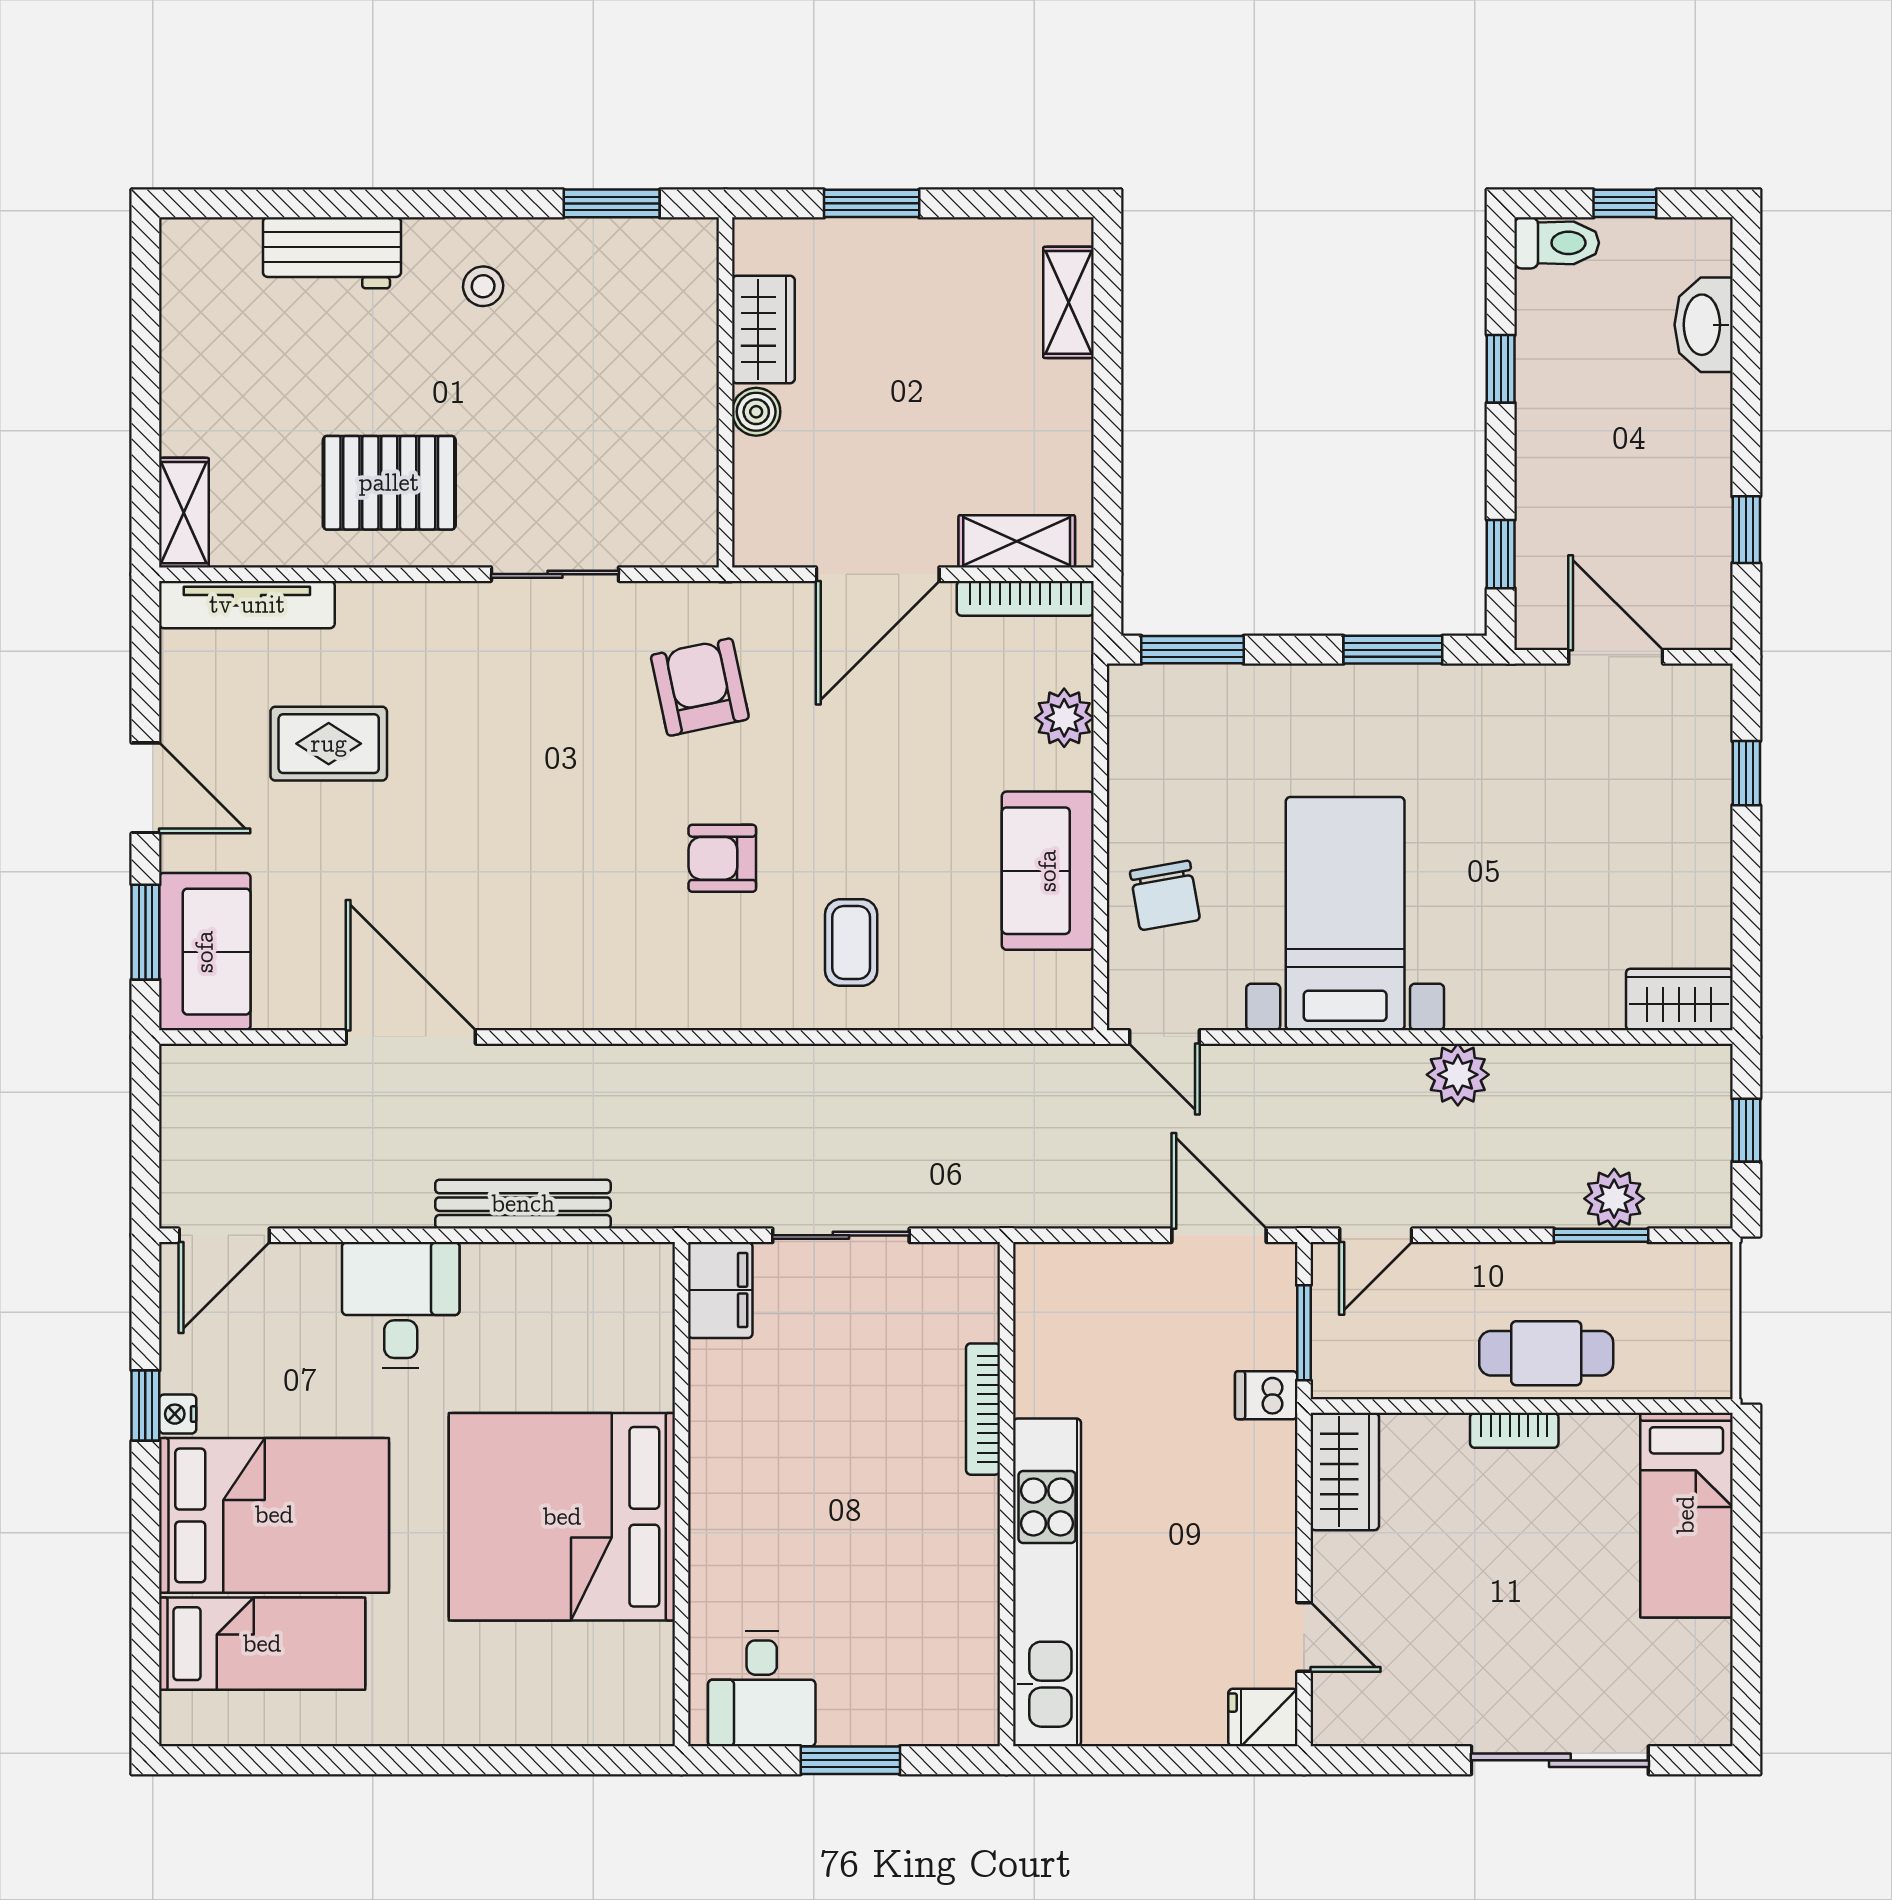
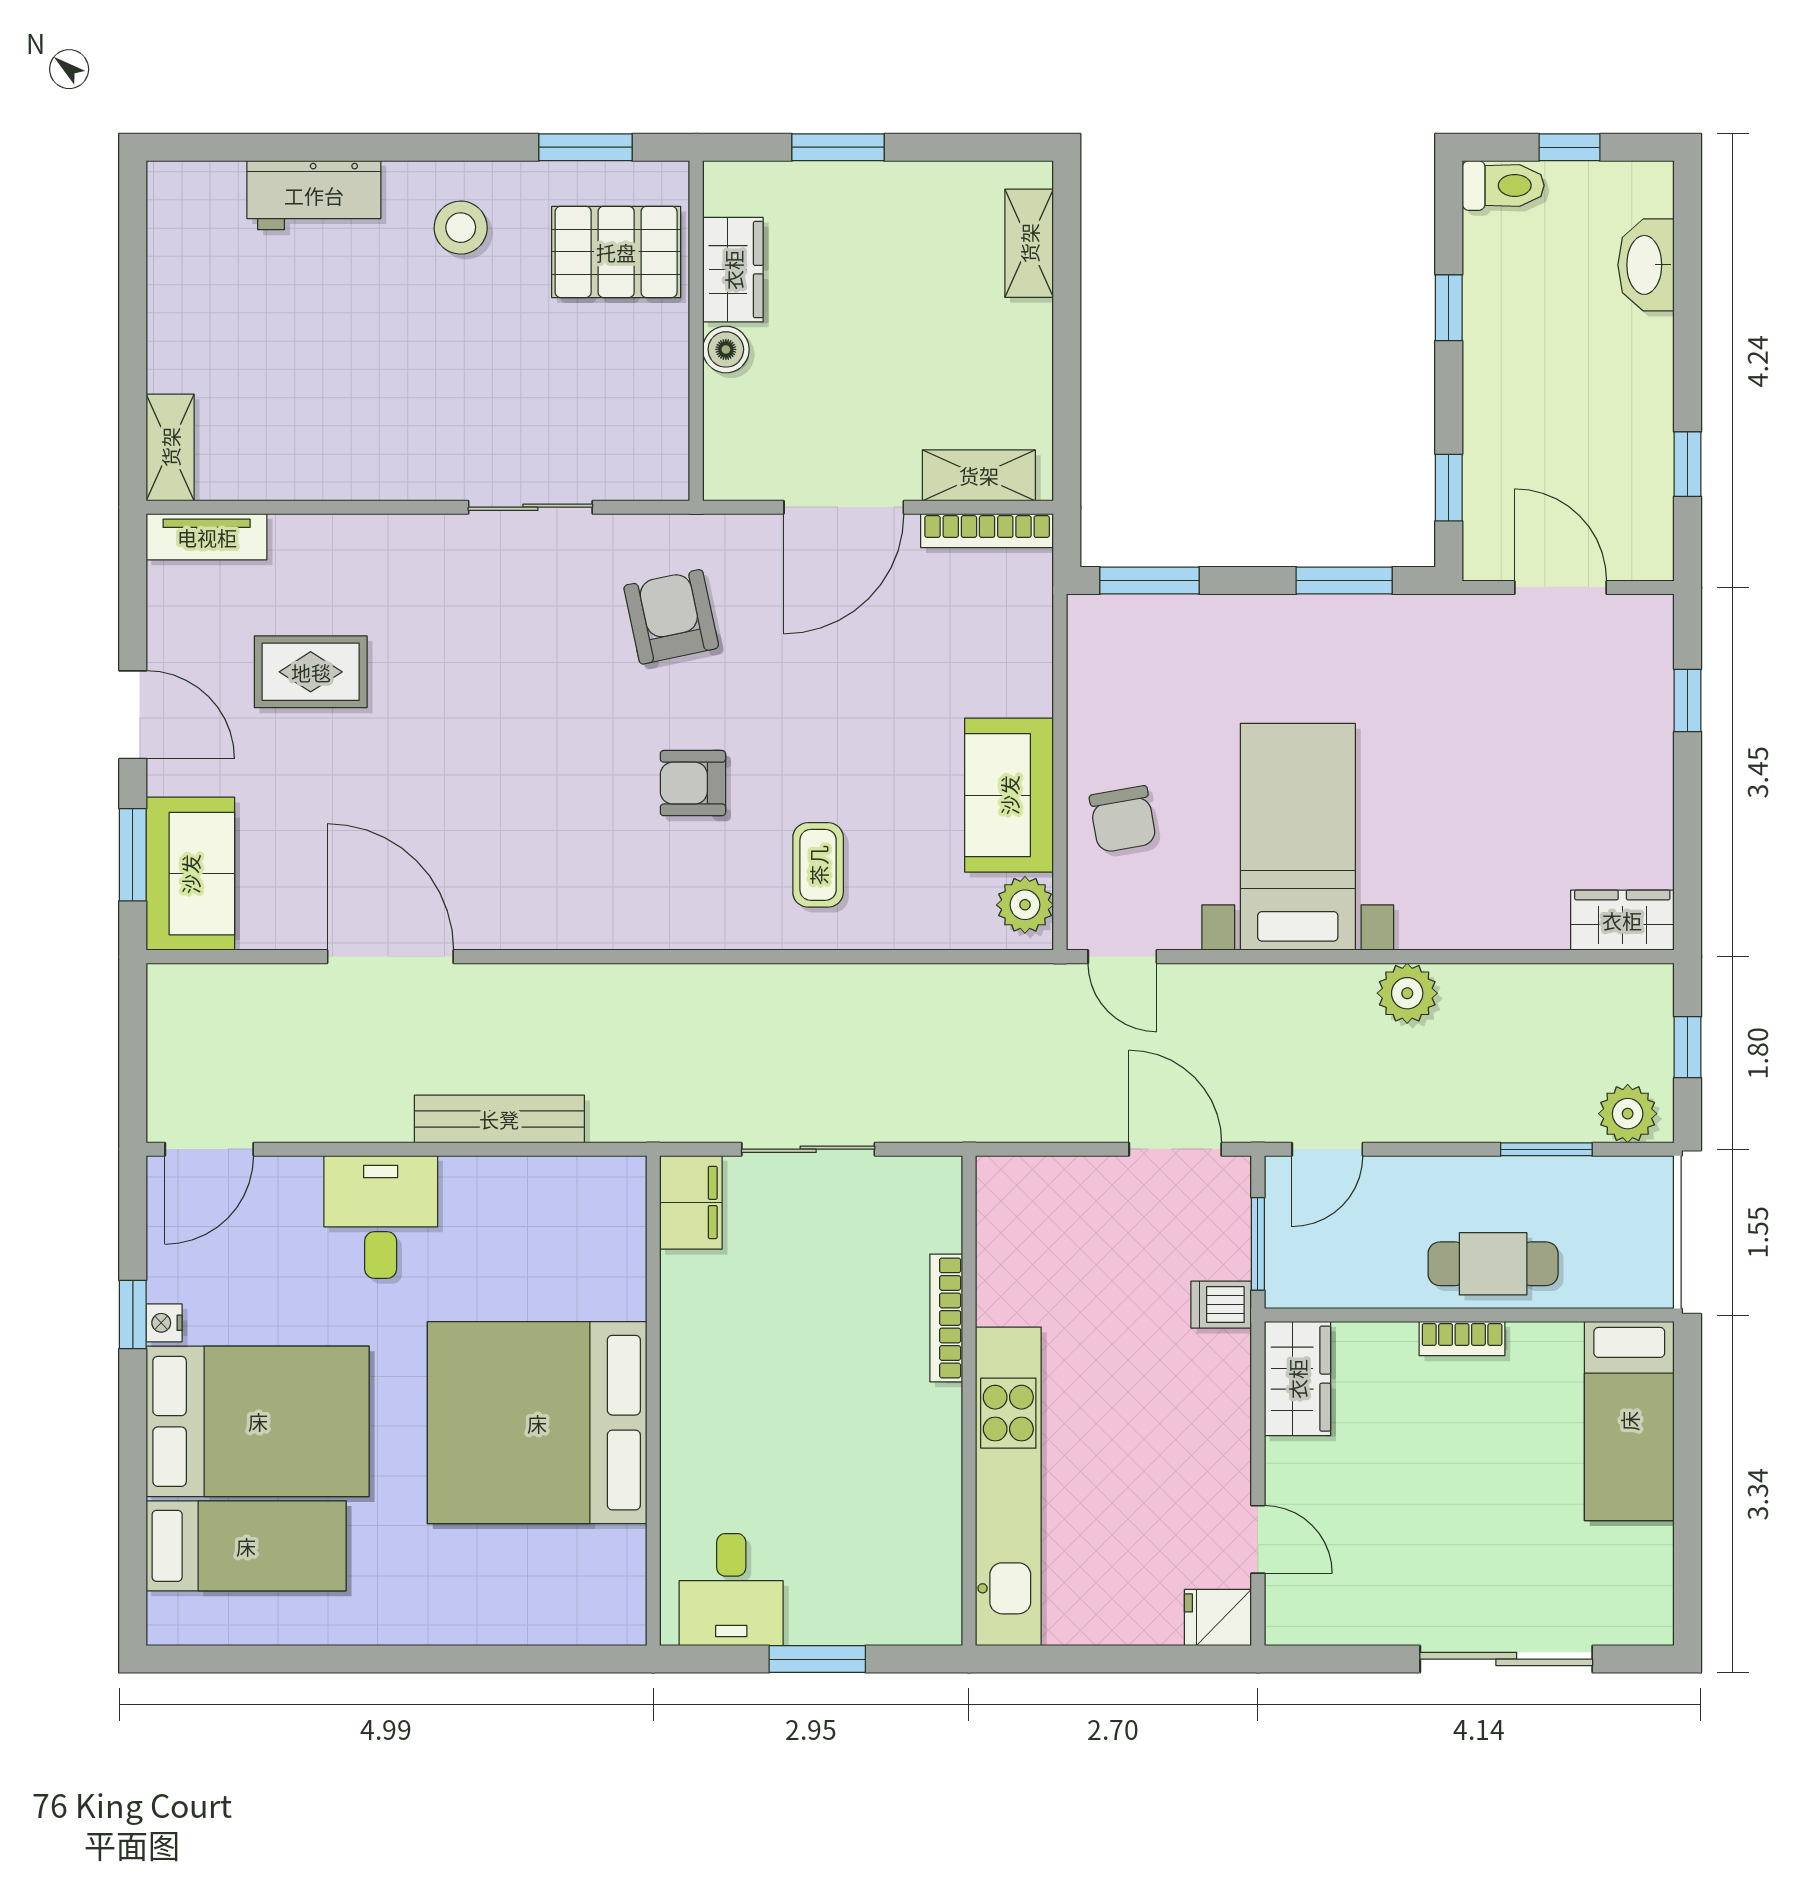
stool: (483, 286) -> (461, 228), width x1.37, depth x1.37
pallet: (389, 483) -> (616, 252), moved
tv unit: (247, 605) -> (207, 537), width x0.71
plant: (1064, 718) -> (1025, 905), moved
plant: (1614, 1199) -> (1628, 1114), moved

